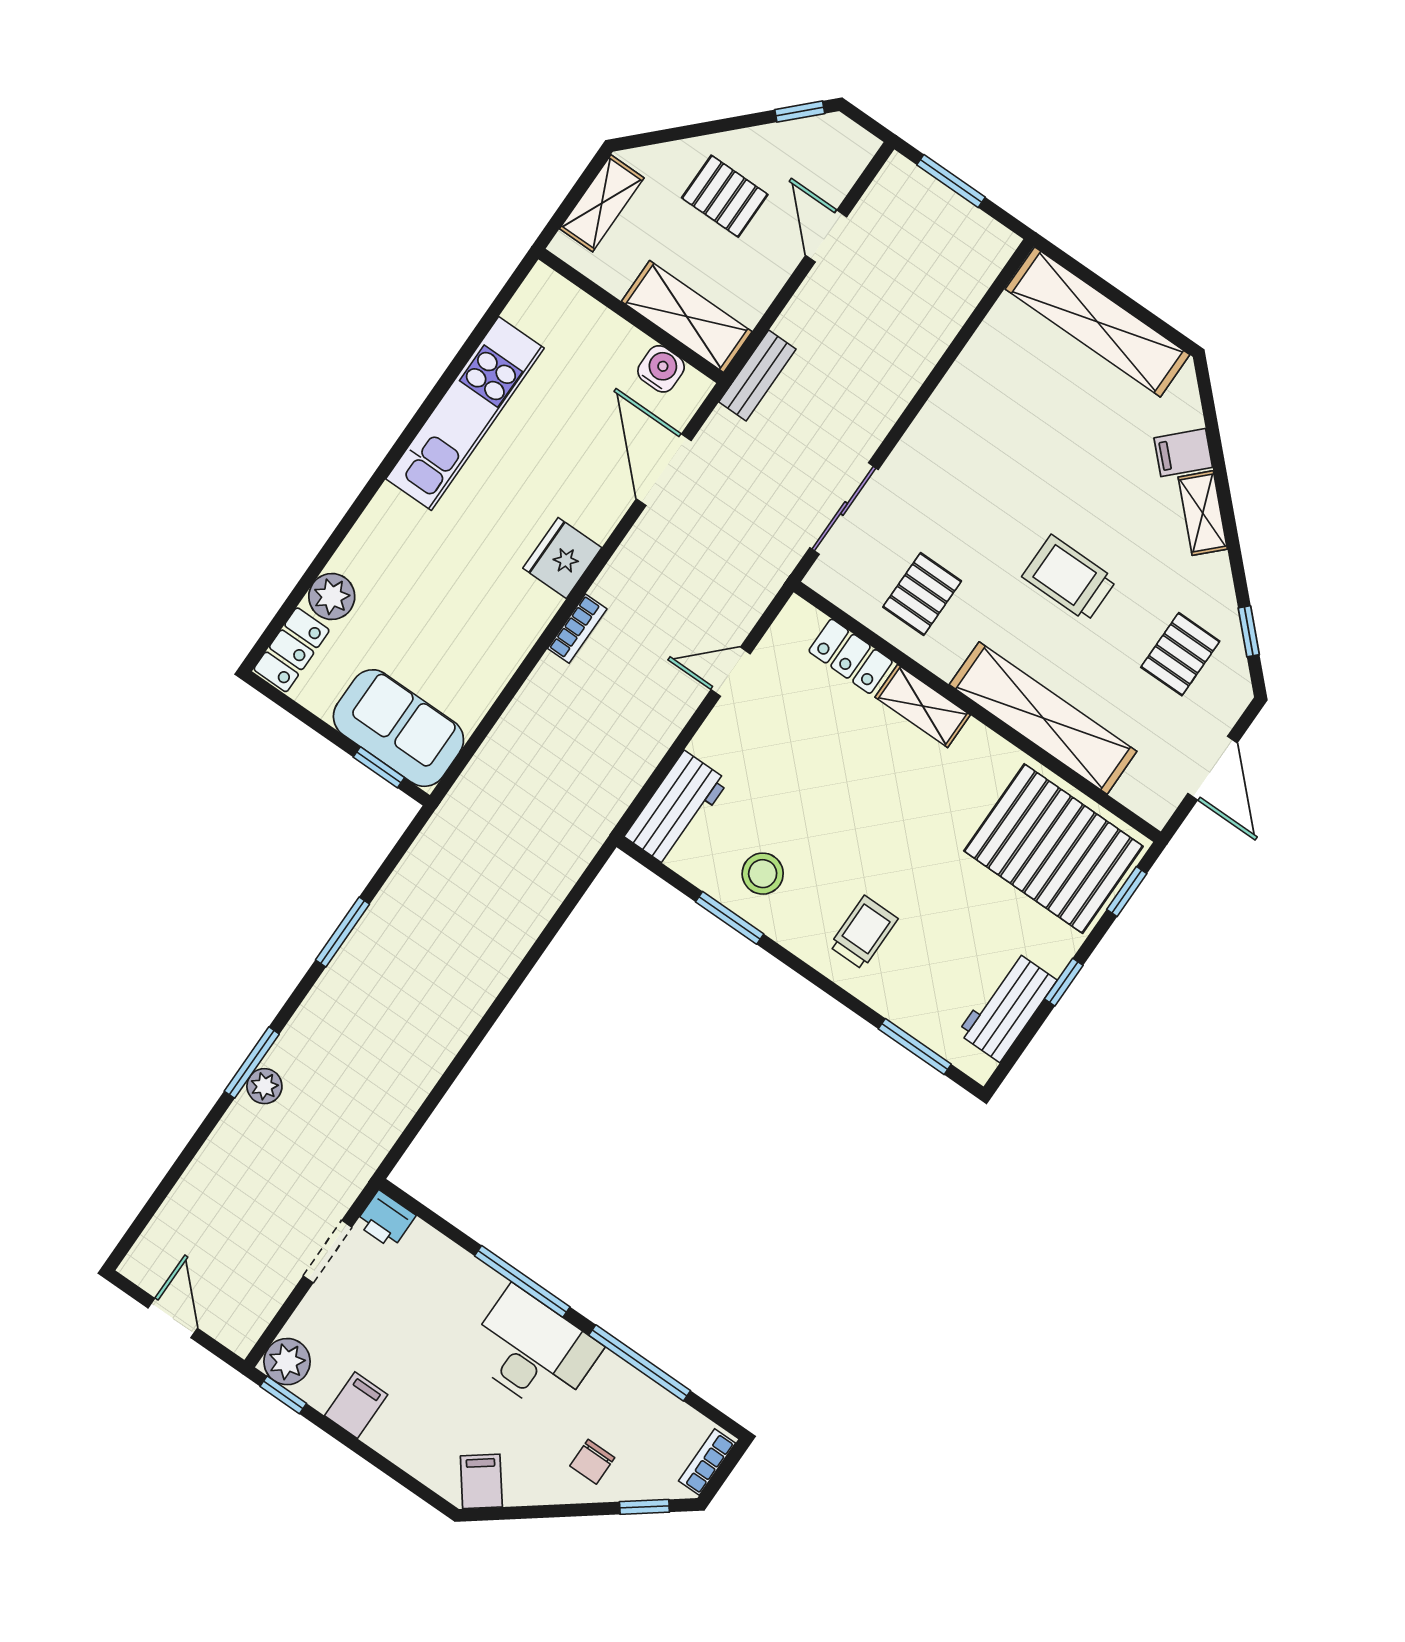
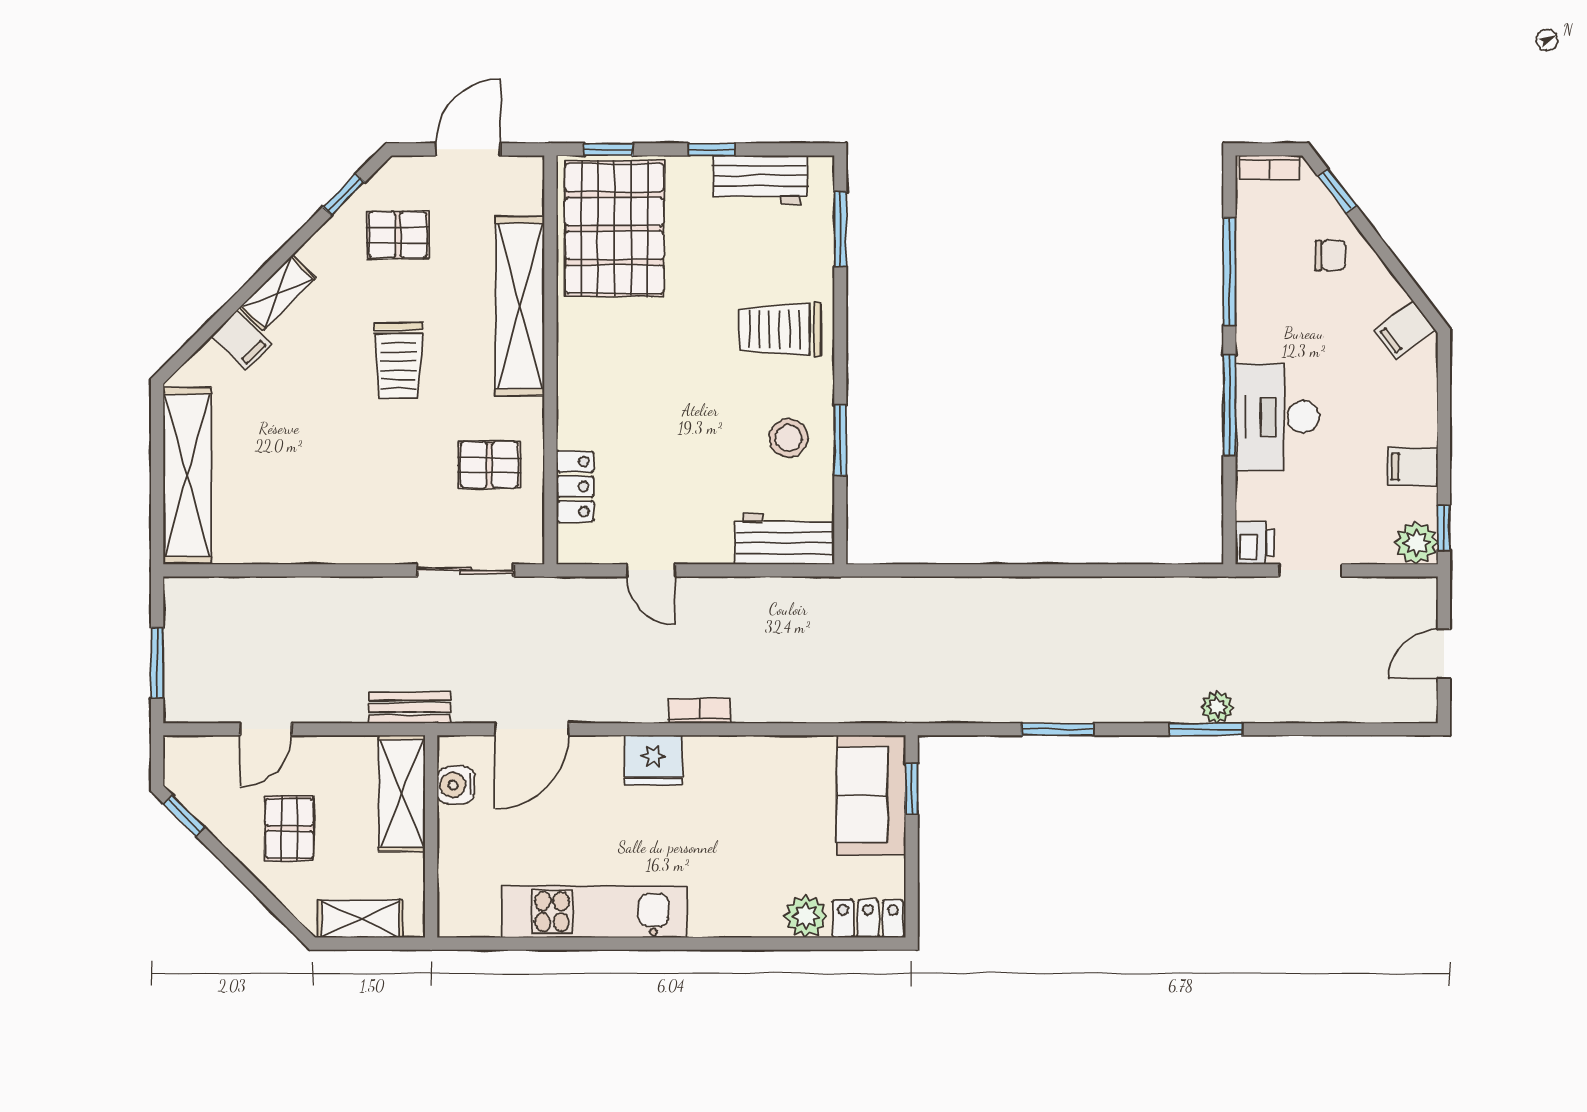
shelving: (923, 706) -> (575, 405), removed
trolley: (864, 932) -> (780, 329), width x1.36, depth x1.39
desk: (533, 1351) -> (1277, 417), moved

